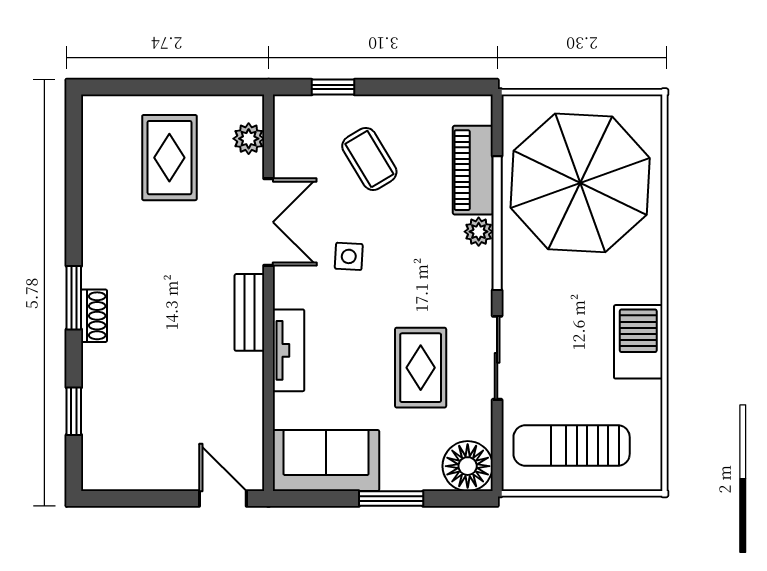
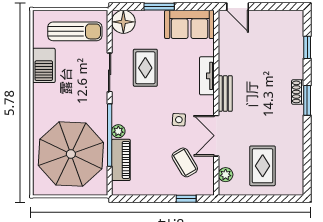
coffee table: (369, 159) -> (185, 162), moved
barbecue: (638, 342) -> (44, 65), moved

